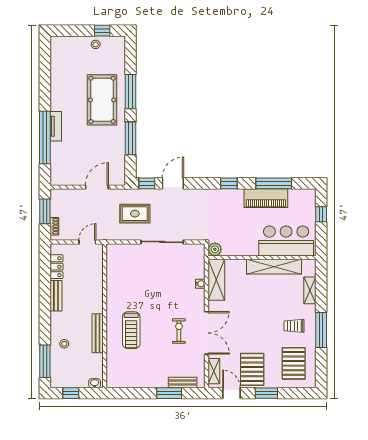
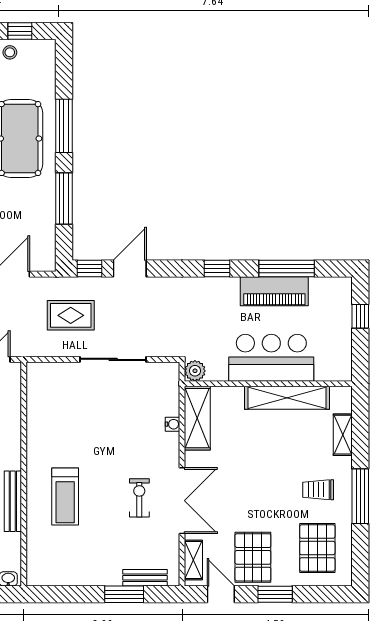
bar counter: (286, 241) -> (271, 358), moved

